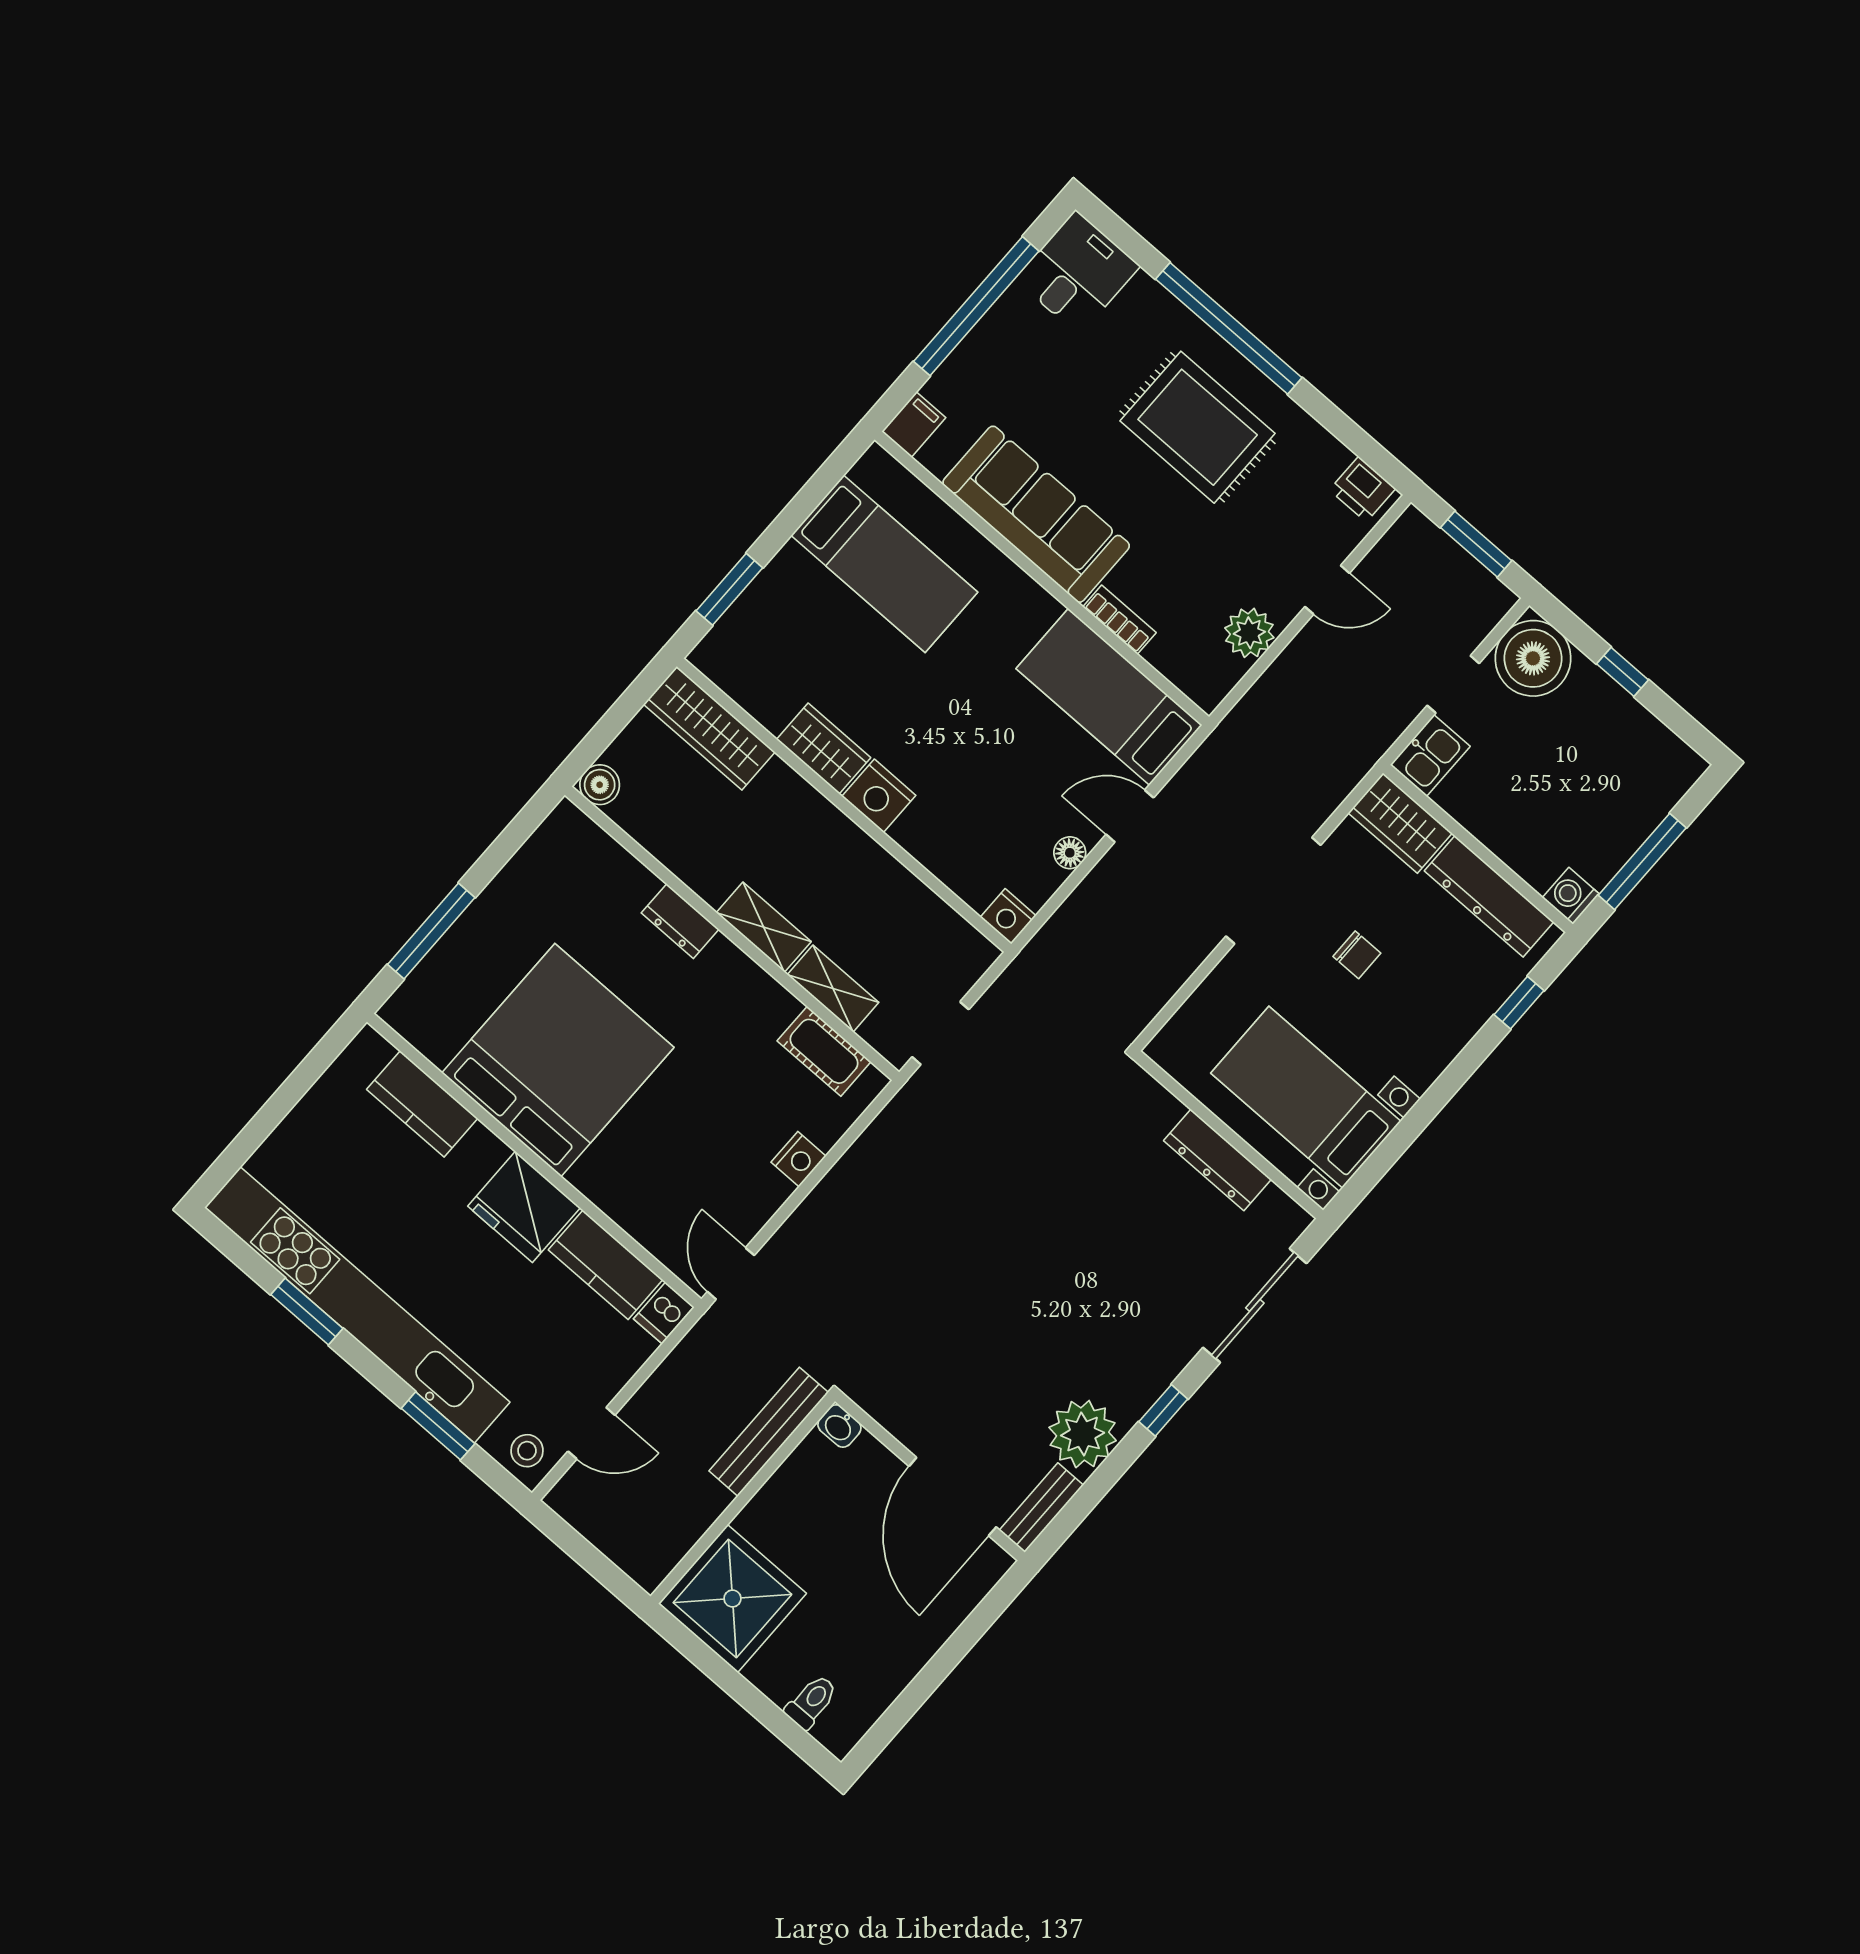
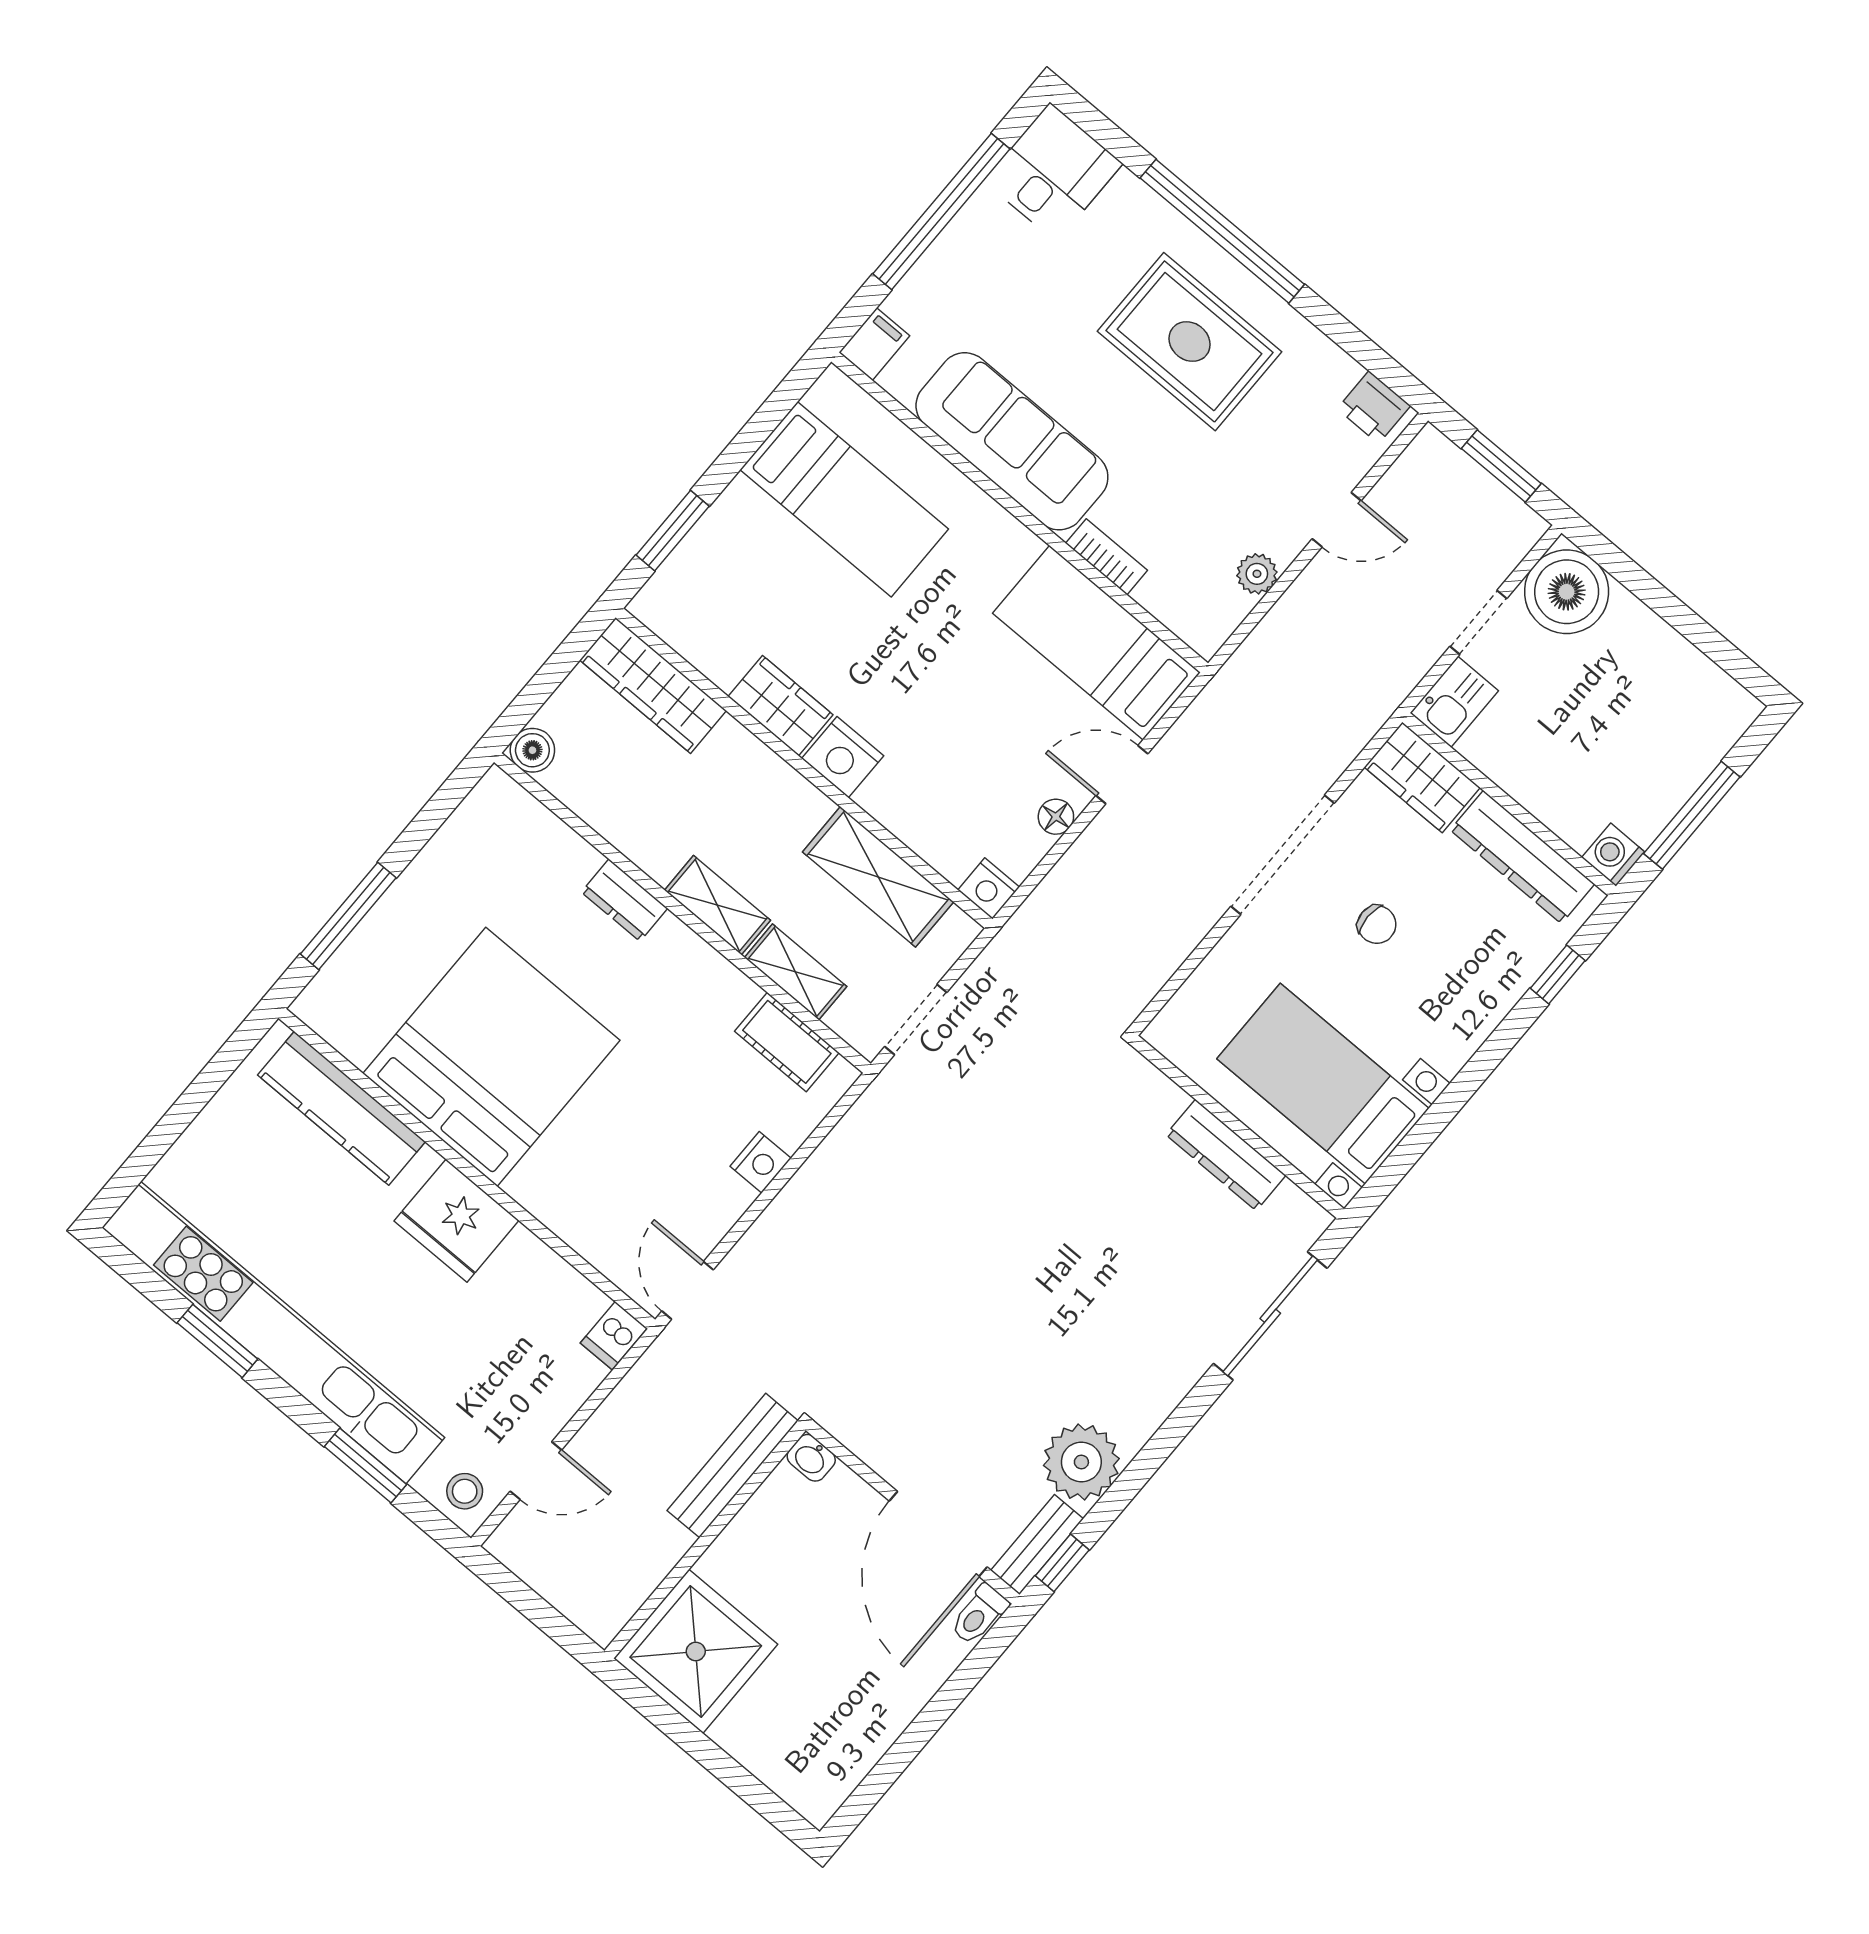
plant: (1249, 633) -> (1257, 574), width x0.73, depth x0.73
window: (1622, 672) -> (1666, 605), removed
shelving: (909, 904) -> (878, 877), added
kitchen counter: (422, 1104) -> (342, 1108), width x1.50
kitchen counter: (606, 1265) -> (548, 1283), removed
window: (1163, 1410) -> (1062, 1563), moved
toilet: (811, 1702) -> (979, 1615), moved, turned 180

